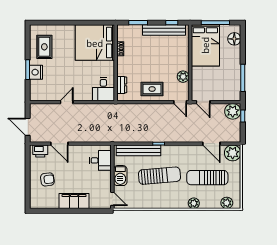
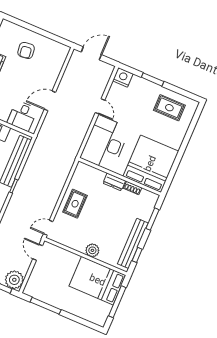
floor lamp: (234, 39) -> (91, 315), removed
nightstand: (36, 72) -> (123, 77), moved
plant: (183, 77) -> (92, 250), moved
dresser: (122, 85) -> (114, 182), moved
desk: (103, 89) -> (105, 143), width x1.87, depth x1.30
door: (203, 102) -> (38, 252), hinge flipped
door: (59, 144) -> (50, 101), moved
printer: (40, 151) -> (60, 56), removed

